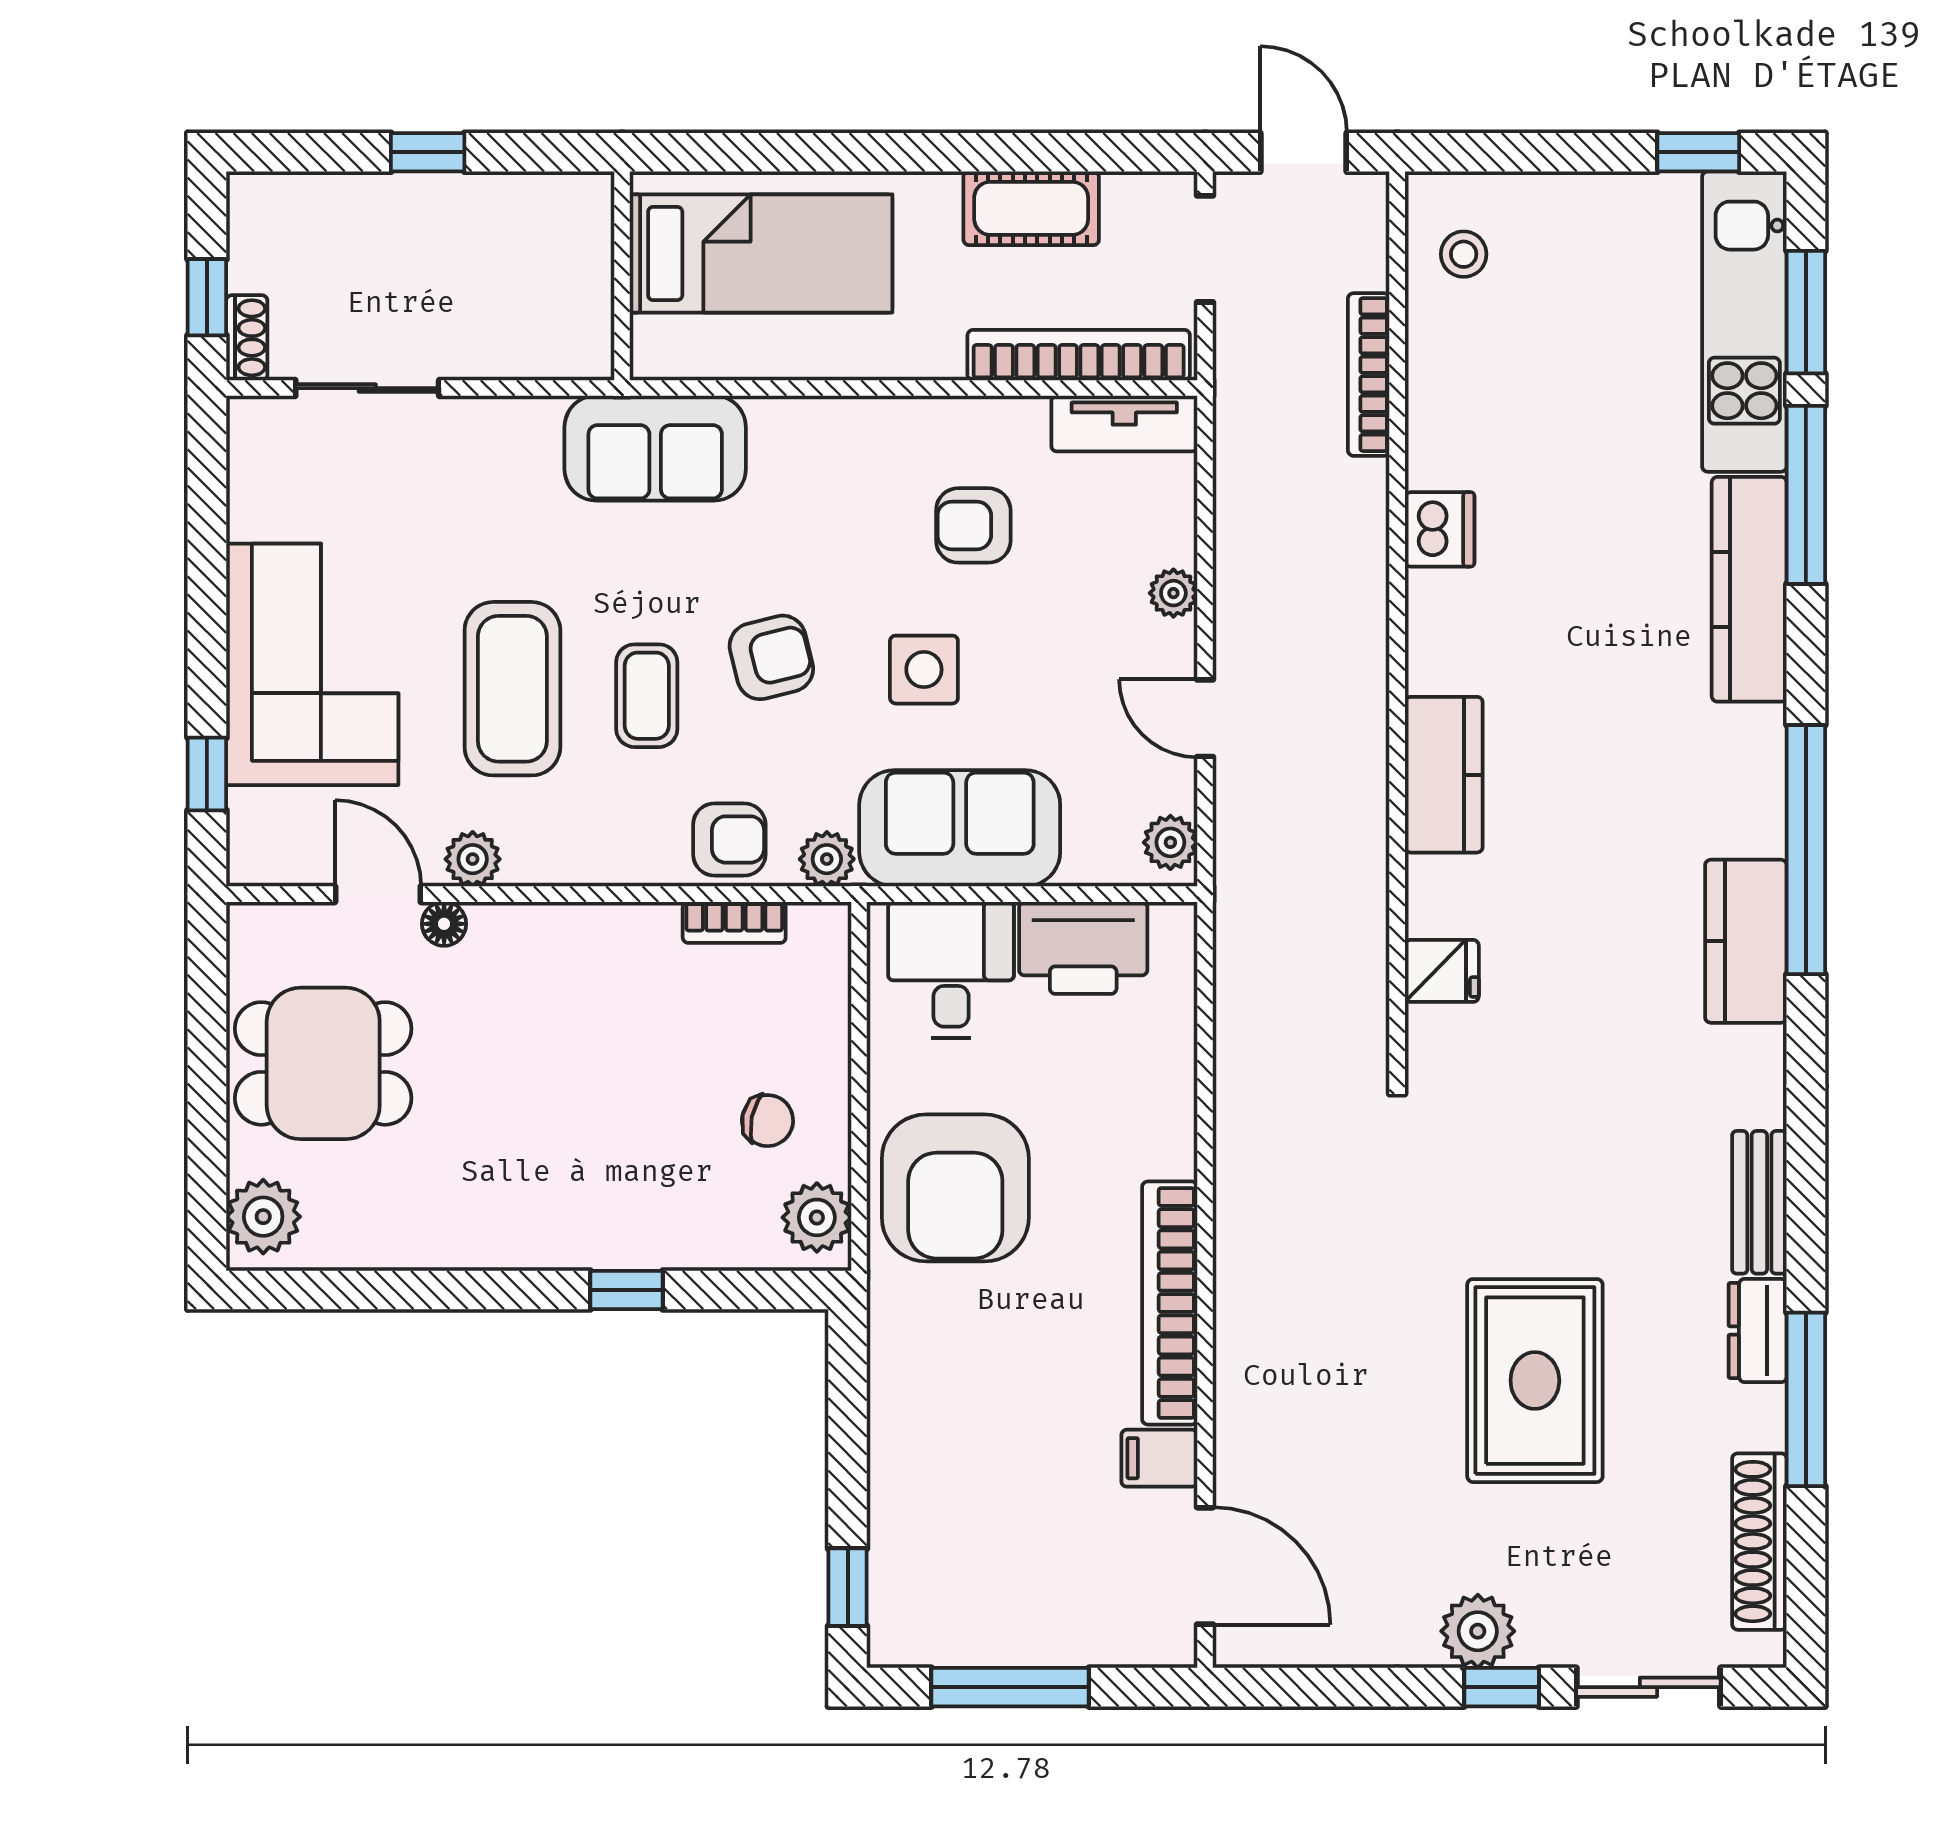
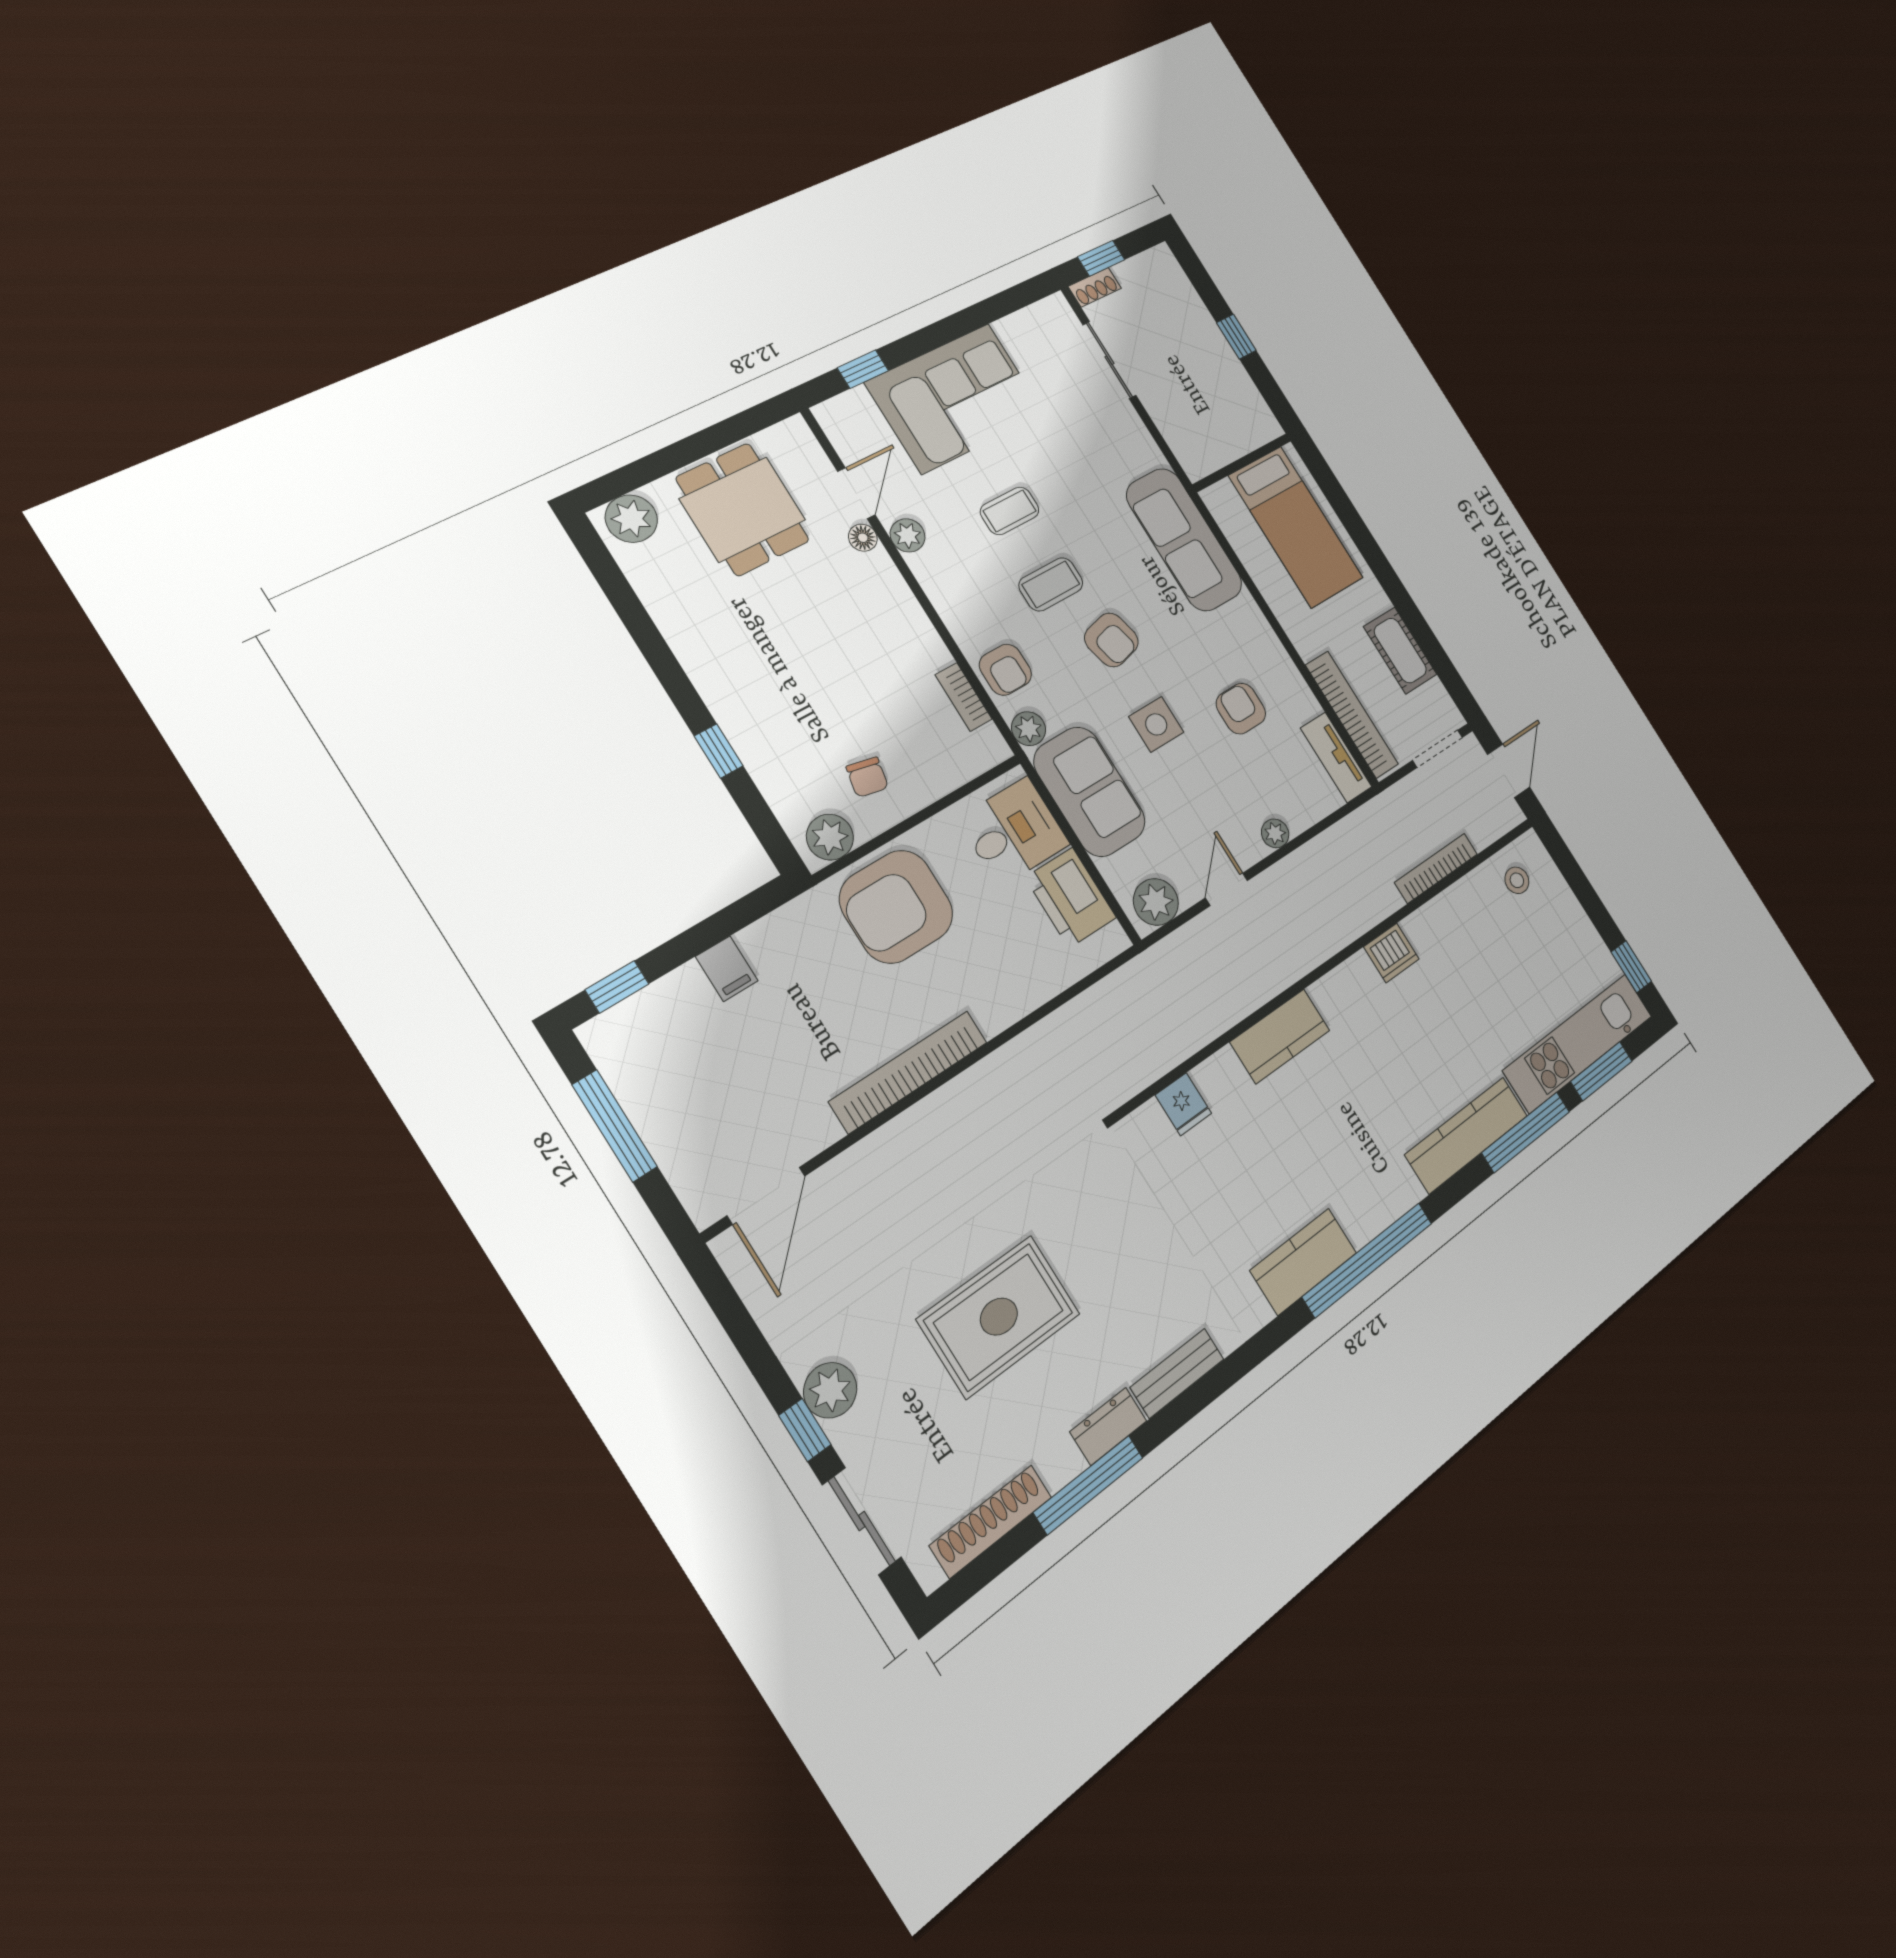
sofa: (655, 448) -> (1184, 540), width x1.36
coffee table: (512, 689) -> (1010, 511), width x0.54, depth x0.58
plant: (1170, 842) -> (1156, 902), width x1.38, depth x1.38
filing cabinet: (1159, 1458) -> (727, 969), moved, turned 180

